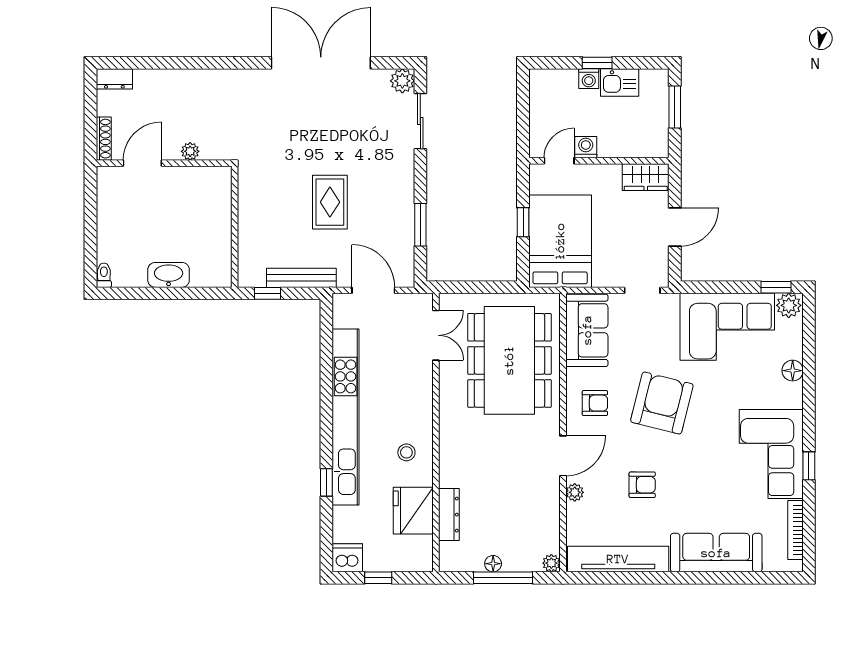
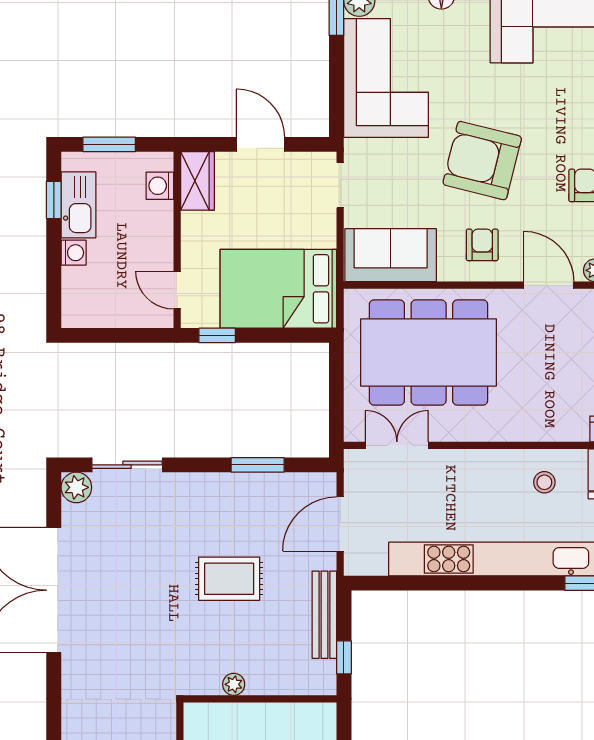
window: (597, 63) -> (54, 200), moved
kitchen sink: (620, 82) -> (78, 205), width x1.38
washing machine: (586, 147) -> (160, 186), moved
plant: (246, 206) -> (234, 684), added
window: (523, 222) -> (217, 335), moved

